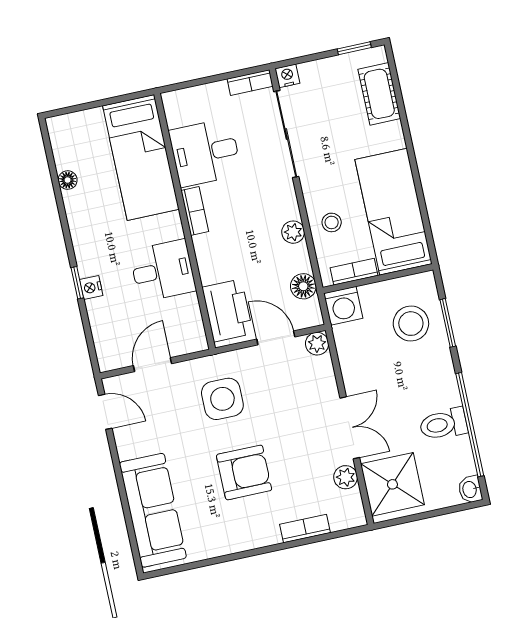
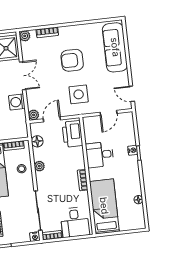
desk: (205, 153) -> (75, 222), moved, turned 90
washing machine: (343, 306) -> (17, 102), moved, turned -90
door: (276, 338) -> (52, 119), swing flipped
double door: (350, 428) -> (23, 76), swing flipped
plant: (346, 477) -> (25, 36), moved

